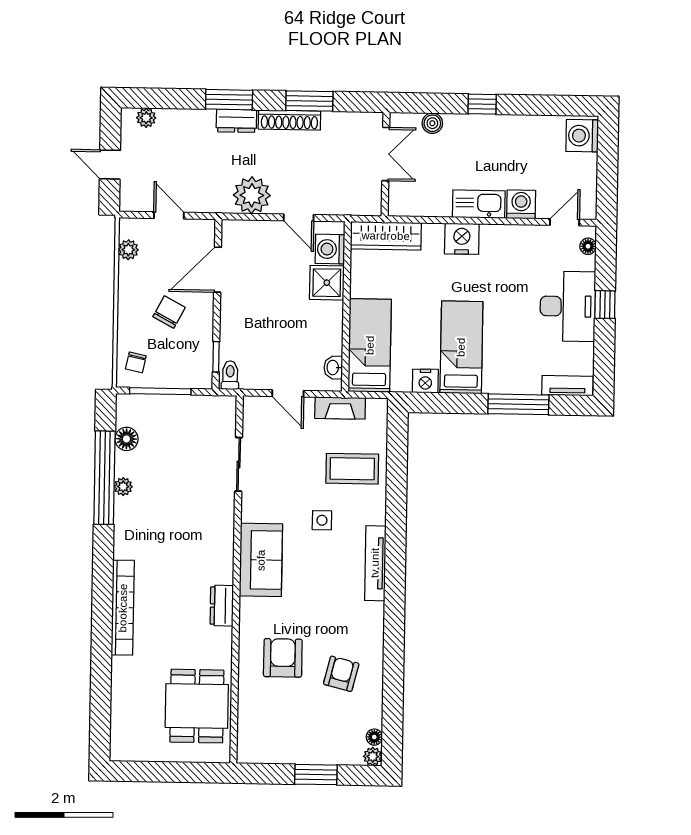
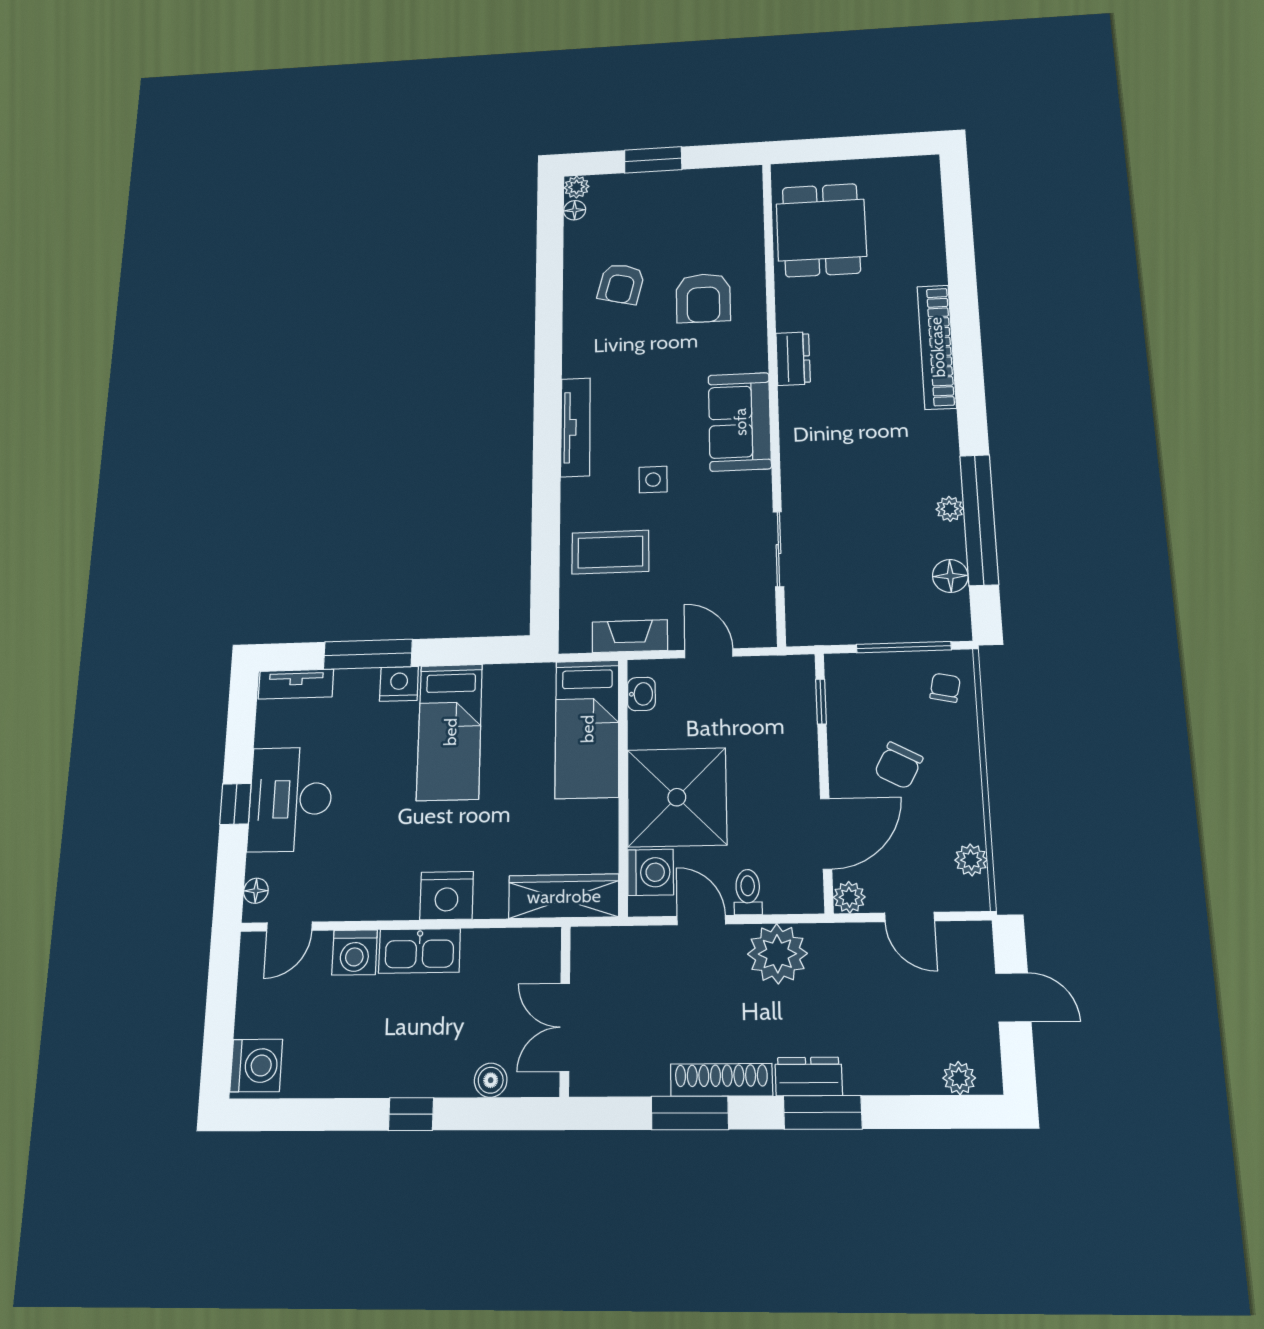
plant: (205, 229) -> (849, 897), added
shower: (327, 283) -> (677, 797), width x1.86, depth x1.86
toilet: (230, 375) -> (748, 892), moved, turned 180
nightstand: (425, 381) -> (399, 684), moved

